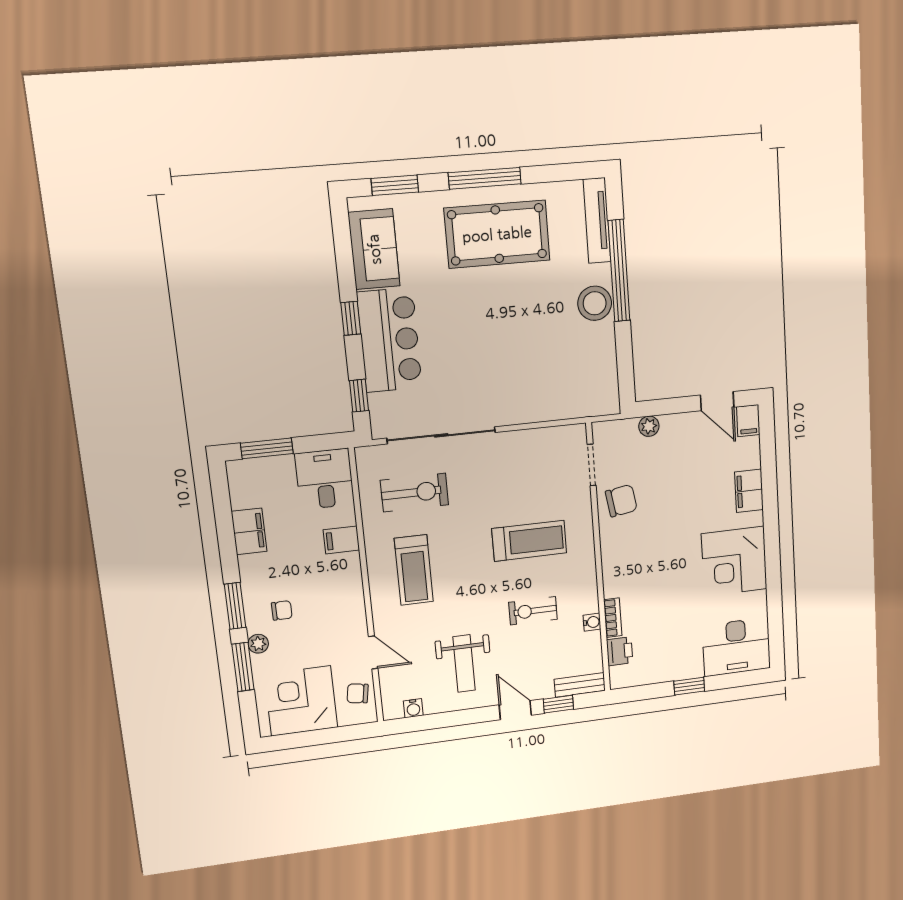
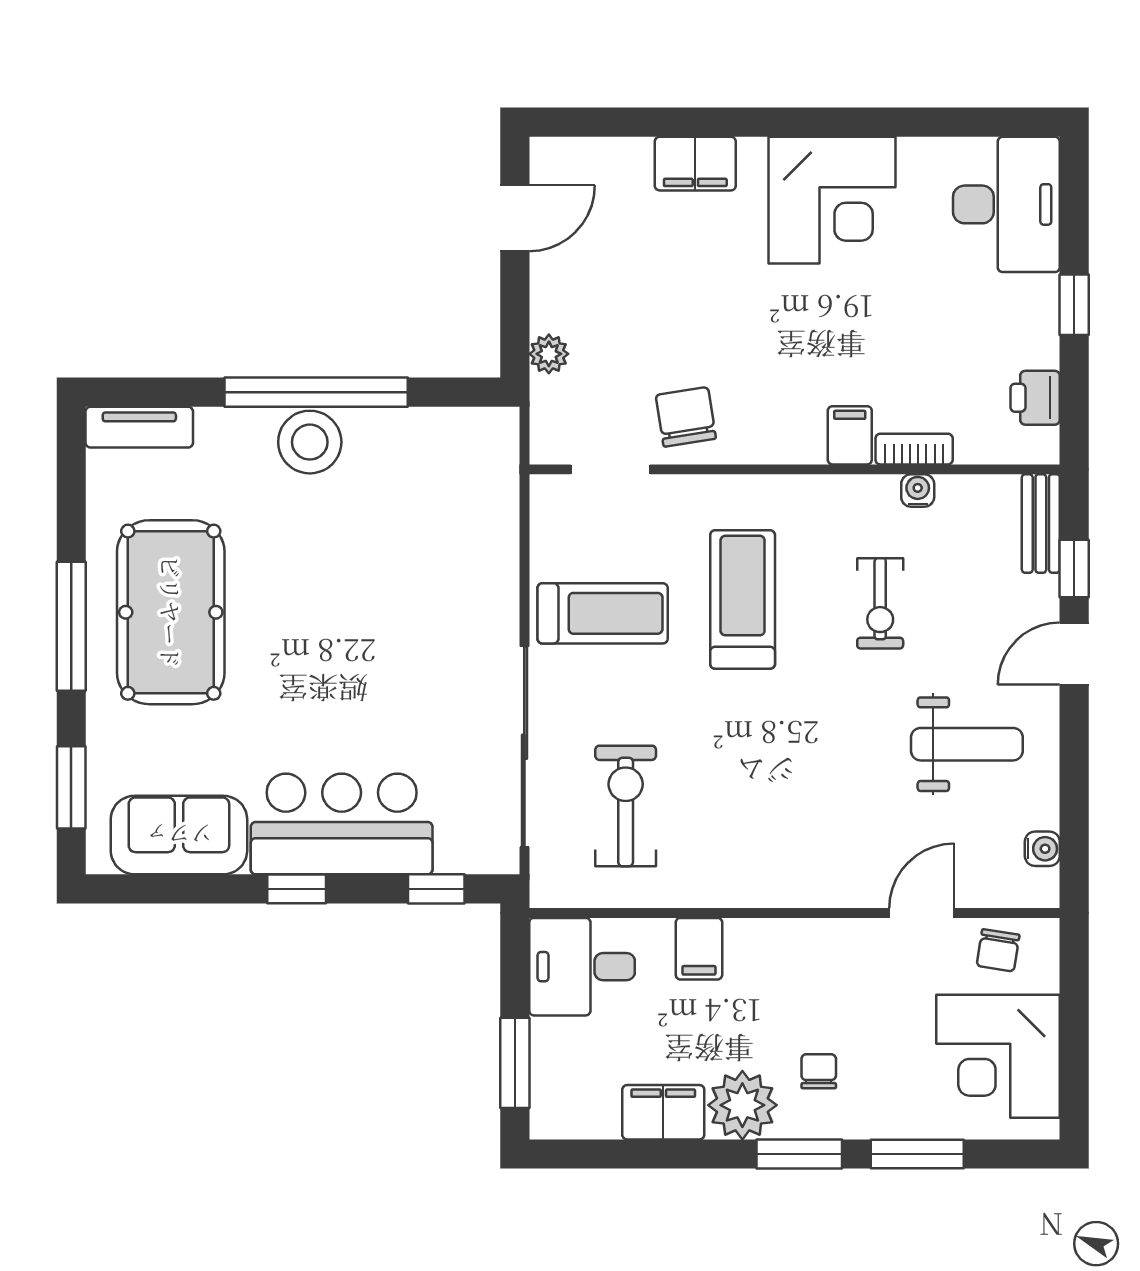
tv unit: (597, 221) -> (139, 427), width x0.71
window: (619, 271) -> (316, 392), moved
filing cabinet: (748, 421) -> (850, 435), moved, turned -90
treadmill: (414, 570) -> (603, 613), moved
plant: (258, 644) -> (742, 1105), moved, width x1.87, depth x1.87
printer: (620, 651) -> (1035, 398), moved, turned -90

